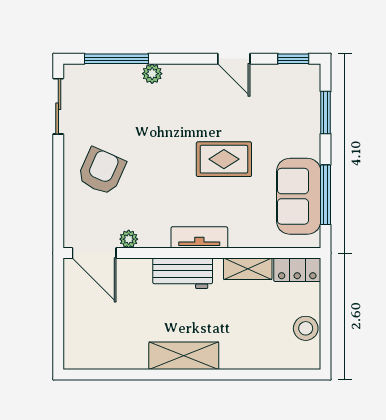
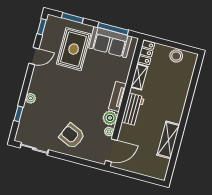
window: (116, 59) -> (18, 114), width x0.46
rug: (224, 159) -> (74, 49), moved, width x1.36, depth x1.43
plant: (155, 234) -> (110, 118), added
shelving: (184, 356) -> (168, 140), moved

